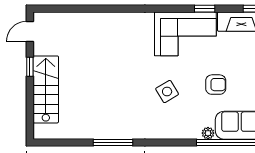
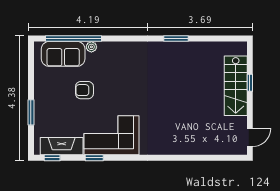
window: (30, 67) -> (250, 83), moved
side table: (167, 92) -> (128, 84), removed
window: (113, 143) -> (176, 39), width x0.69

